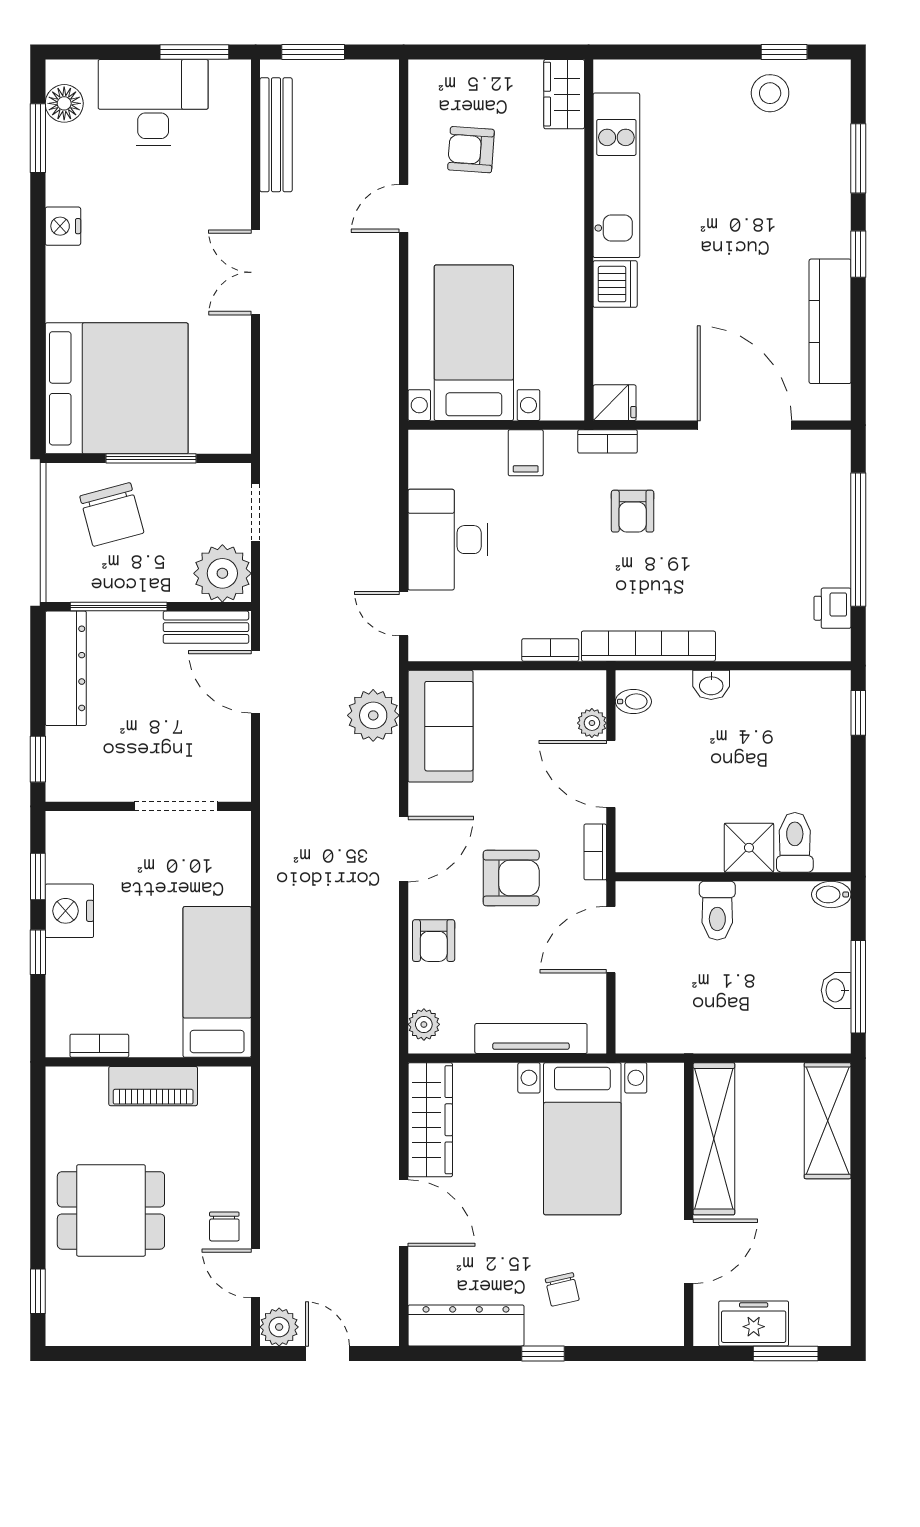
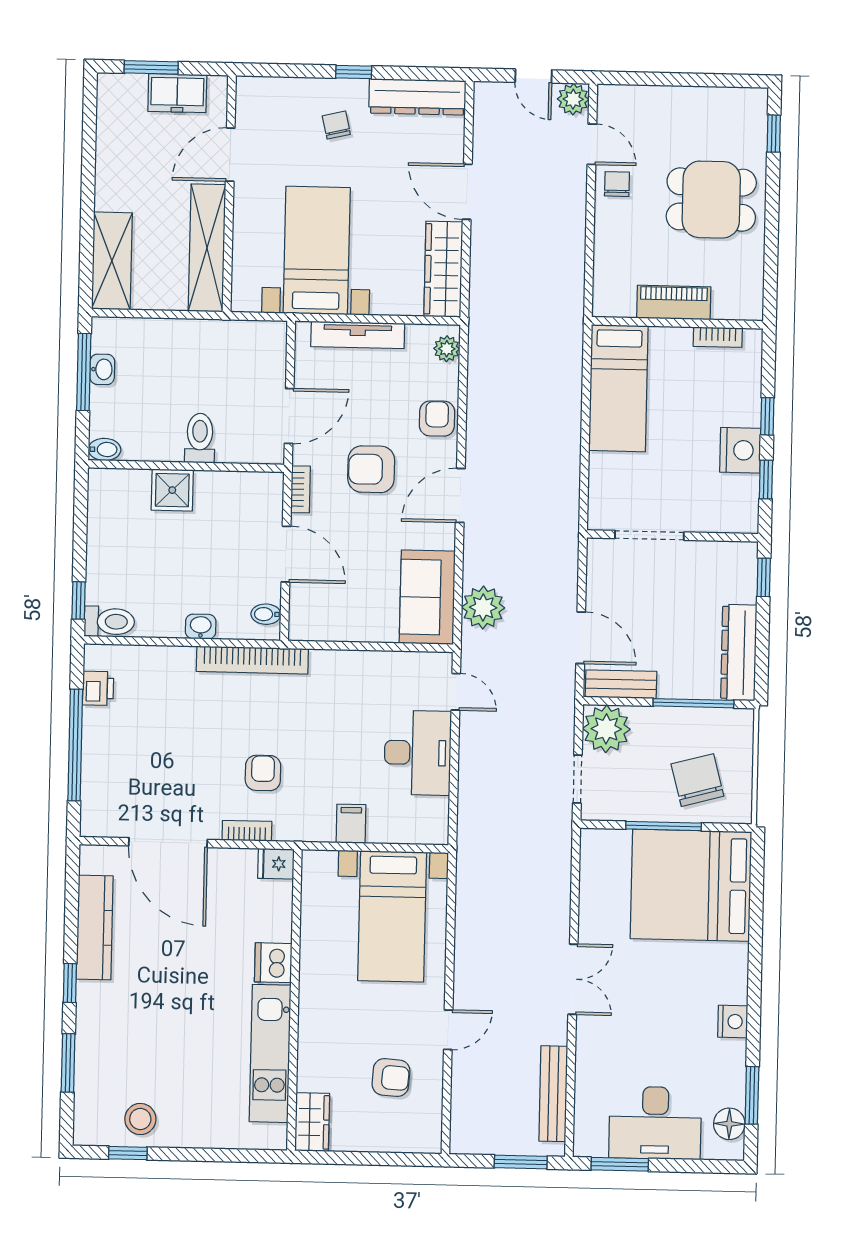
bookcase: (608, 441) -> (247, 831), moved
bookcase: (550, 650) -> (334, 659), removed
plant: (592, 723) -> (301, 597), removed
toilet: (795, 842) -> (109, 622), moved, turned -90

